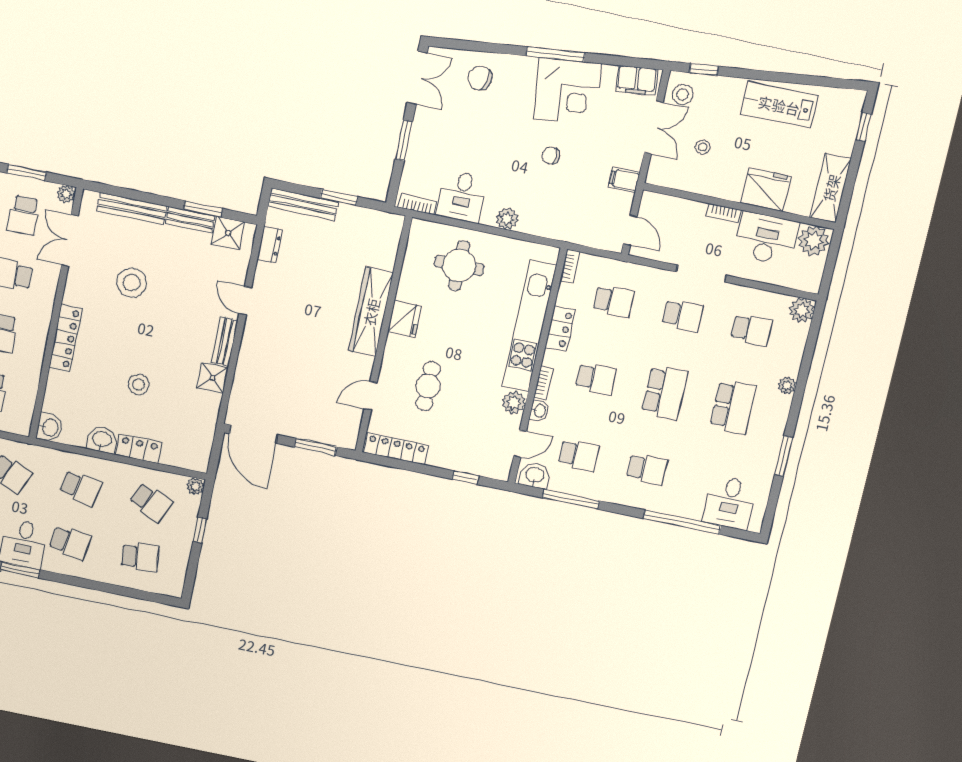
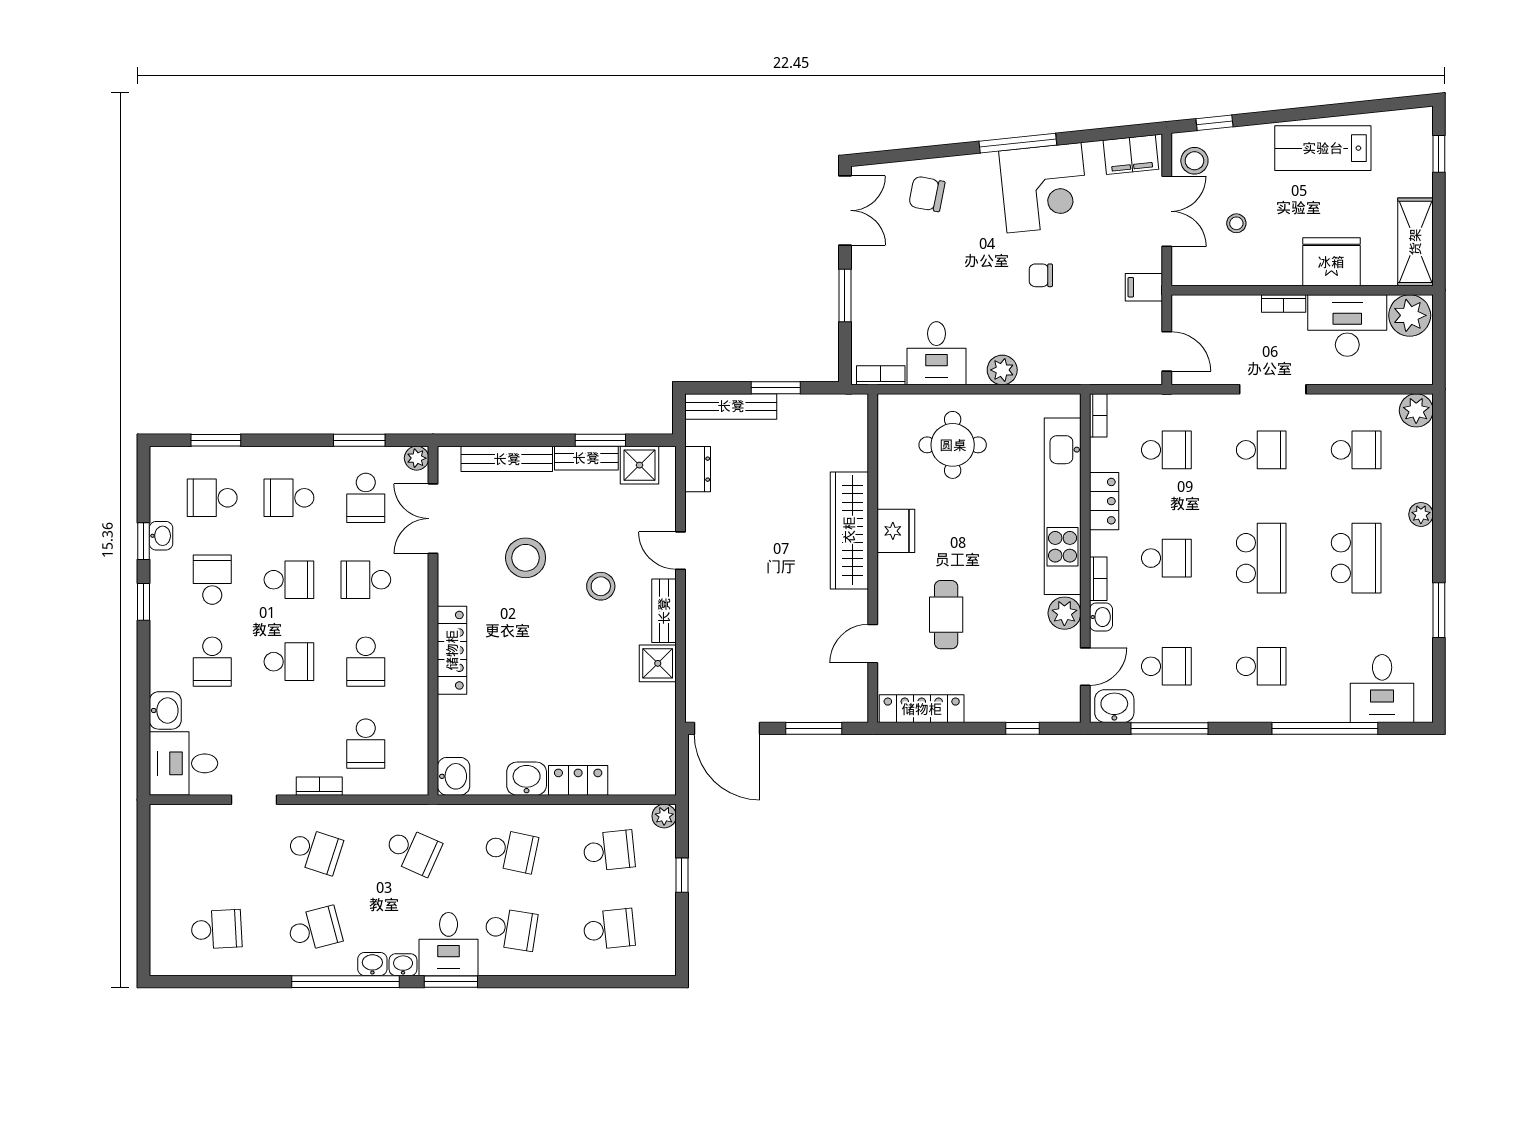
stool: (139, 384) -> (601, 586), moved
school desk: (151, 502) -> (609, 851), turned -30

